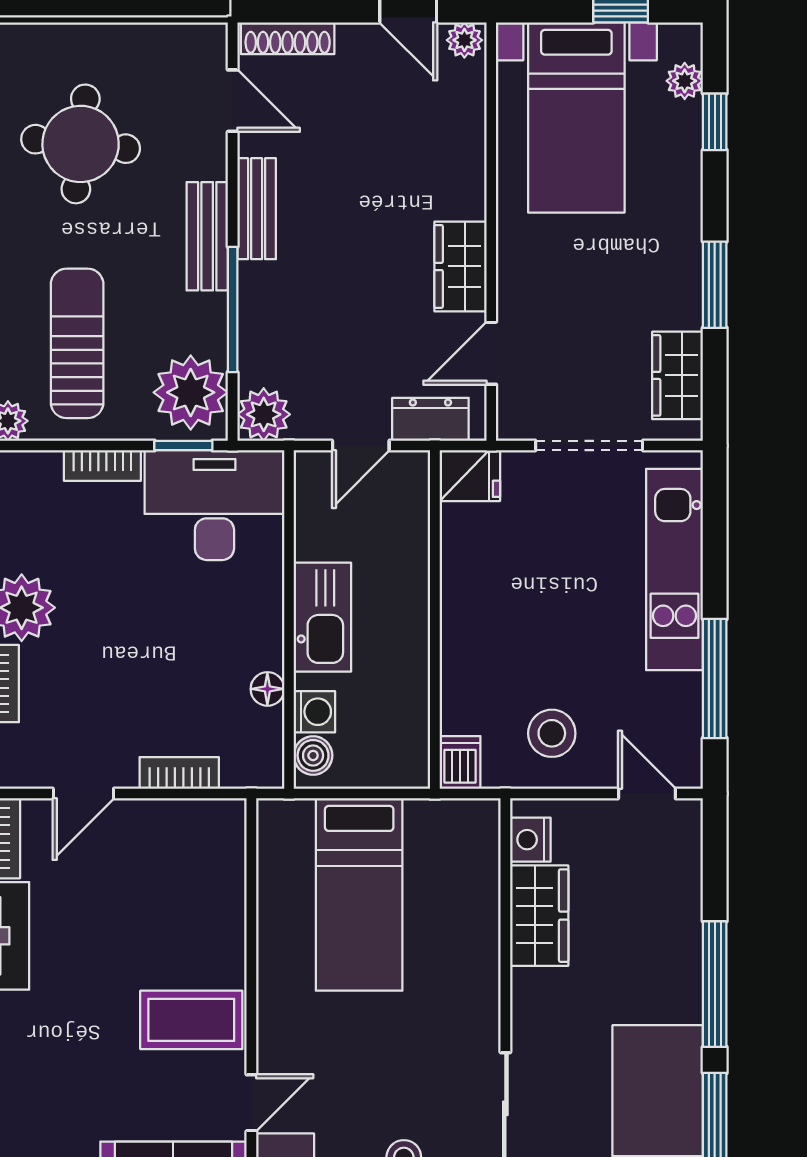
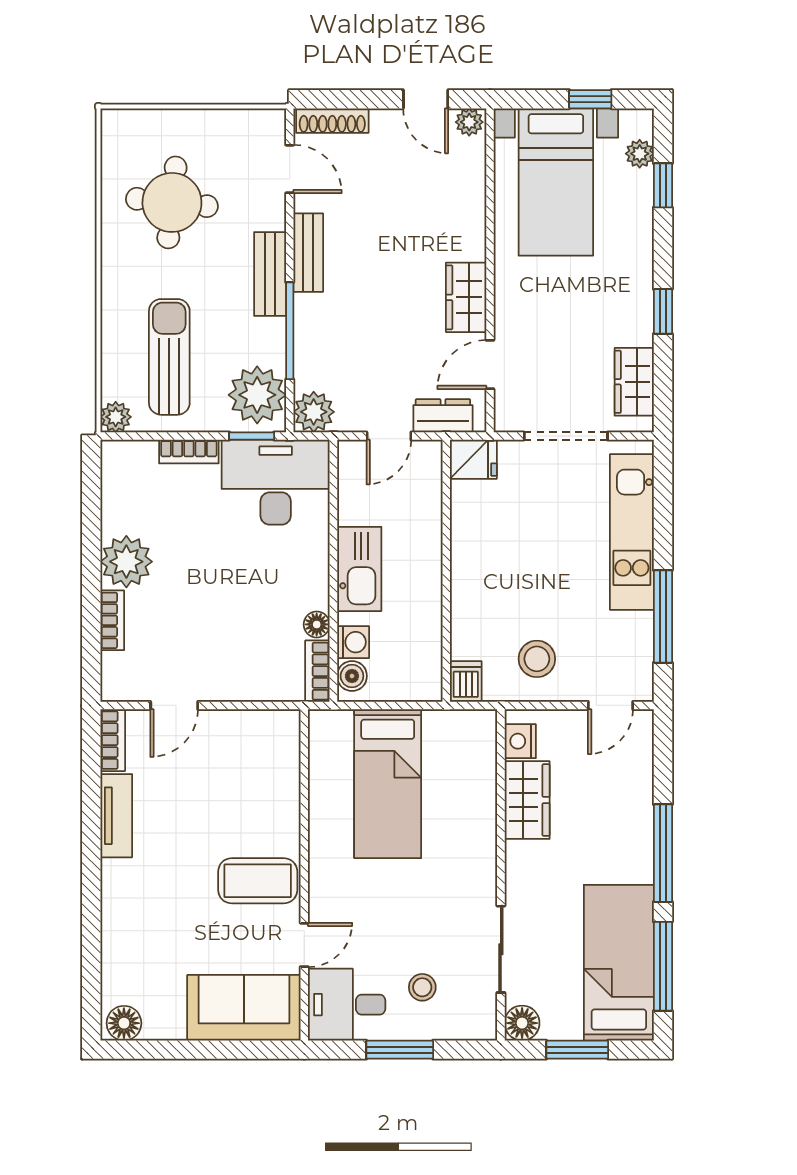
window: (715, 285) -> (663, 311), width x0.67
bookcase: (179, 773) -> (317, 671), moved, turned -90
door: (647, 794) -> (611, 705), swing flipped

